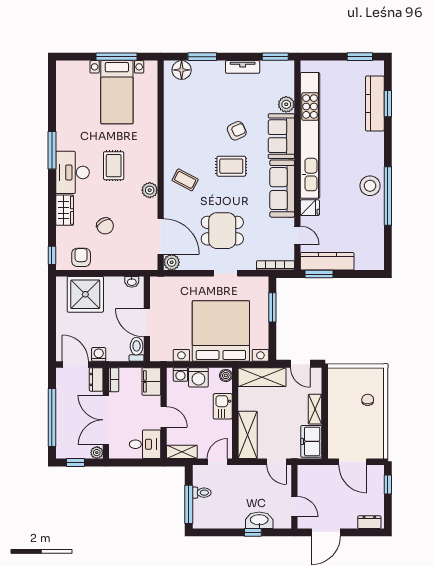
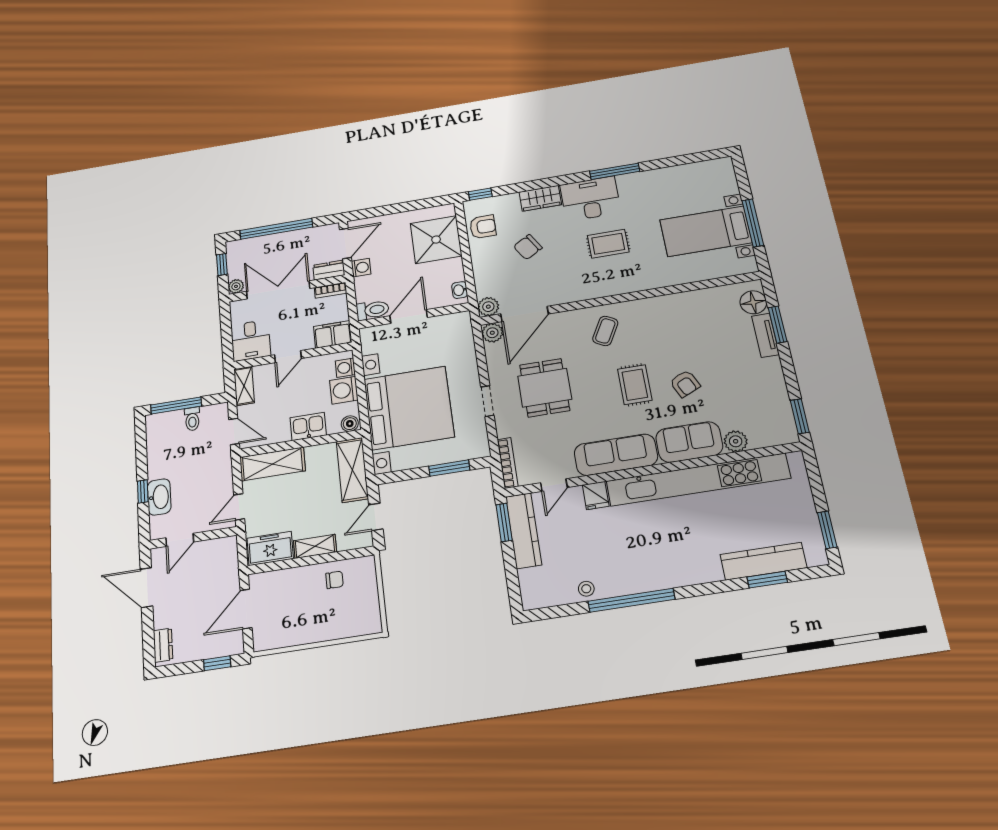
tv unit: (243, 67) -> (765, 335), moved
stool: (370, 186) -> (586, 589), moved, width x0.53, depth x0.53
plant: (150, 190) -> (488, 307), moved
chair: (368, 400) -> (334, 580), moved

